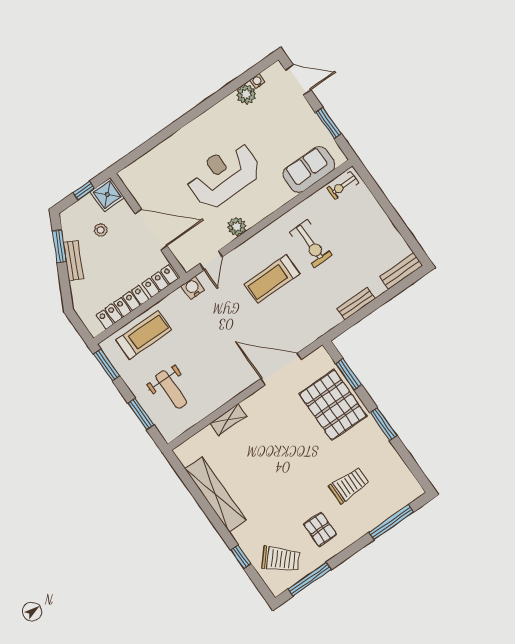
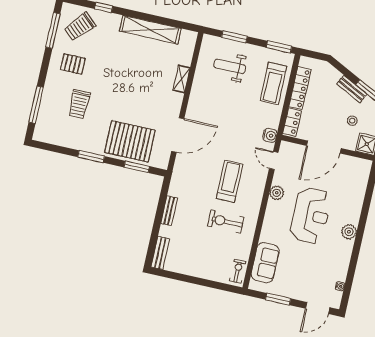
plant: (246, 94) -> (349, 232), moved

